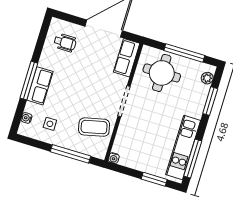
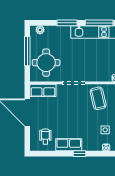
window: (29, 81) -> (79, 154), width x0.46
row of seats: (40, 86) -> (69, 145), moved
window: (210, 101) -> (67, 23), moved

